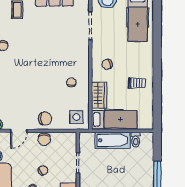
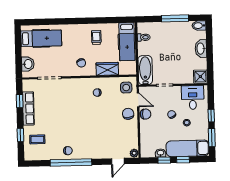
hospital bed: (114, 119) -> (127, 42), moved, turned 180
door: (19, 131) -> (138, 100), moved
bathtub: (113, 140) -> (145, 70), moved

